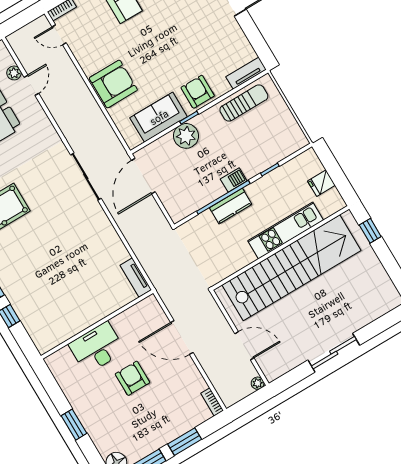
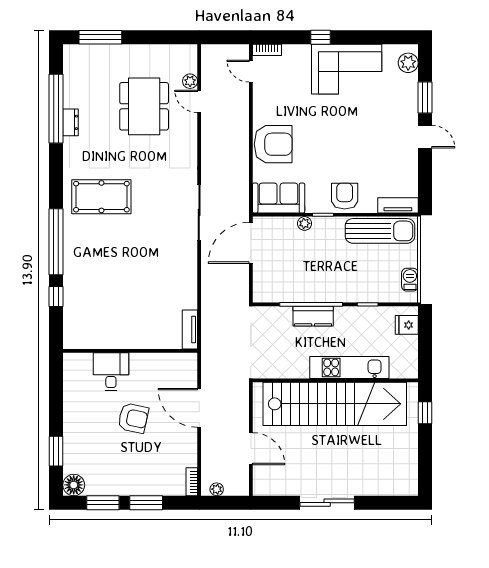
door: (31, 85) -> (199, 101), swing flipped
sun lounger: (244, 103) -> (380, 231), width x1.36, depth x1.34
sofa: (159, 117) -> (279, 198), moved
plant: (186, 136) -> (305, 223), width x0.53, depth x0.53
barbecue: (234, 180) -> (410, 280), moved, turned -90
fridge: (321, 183) -> (407, 325), moved
desk: (97, 348) -> (111, 372), width x0.73
armchair: (133, 378) -> (133, 418), turned 102
plant: (258, 383) -> (217, 489), moved
window: (74, 425) -> (56, 451), moved

